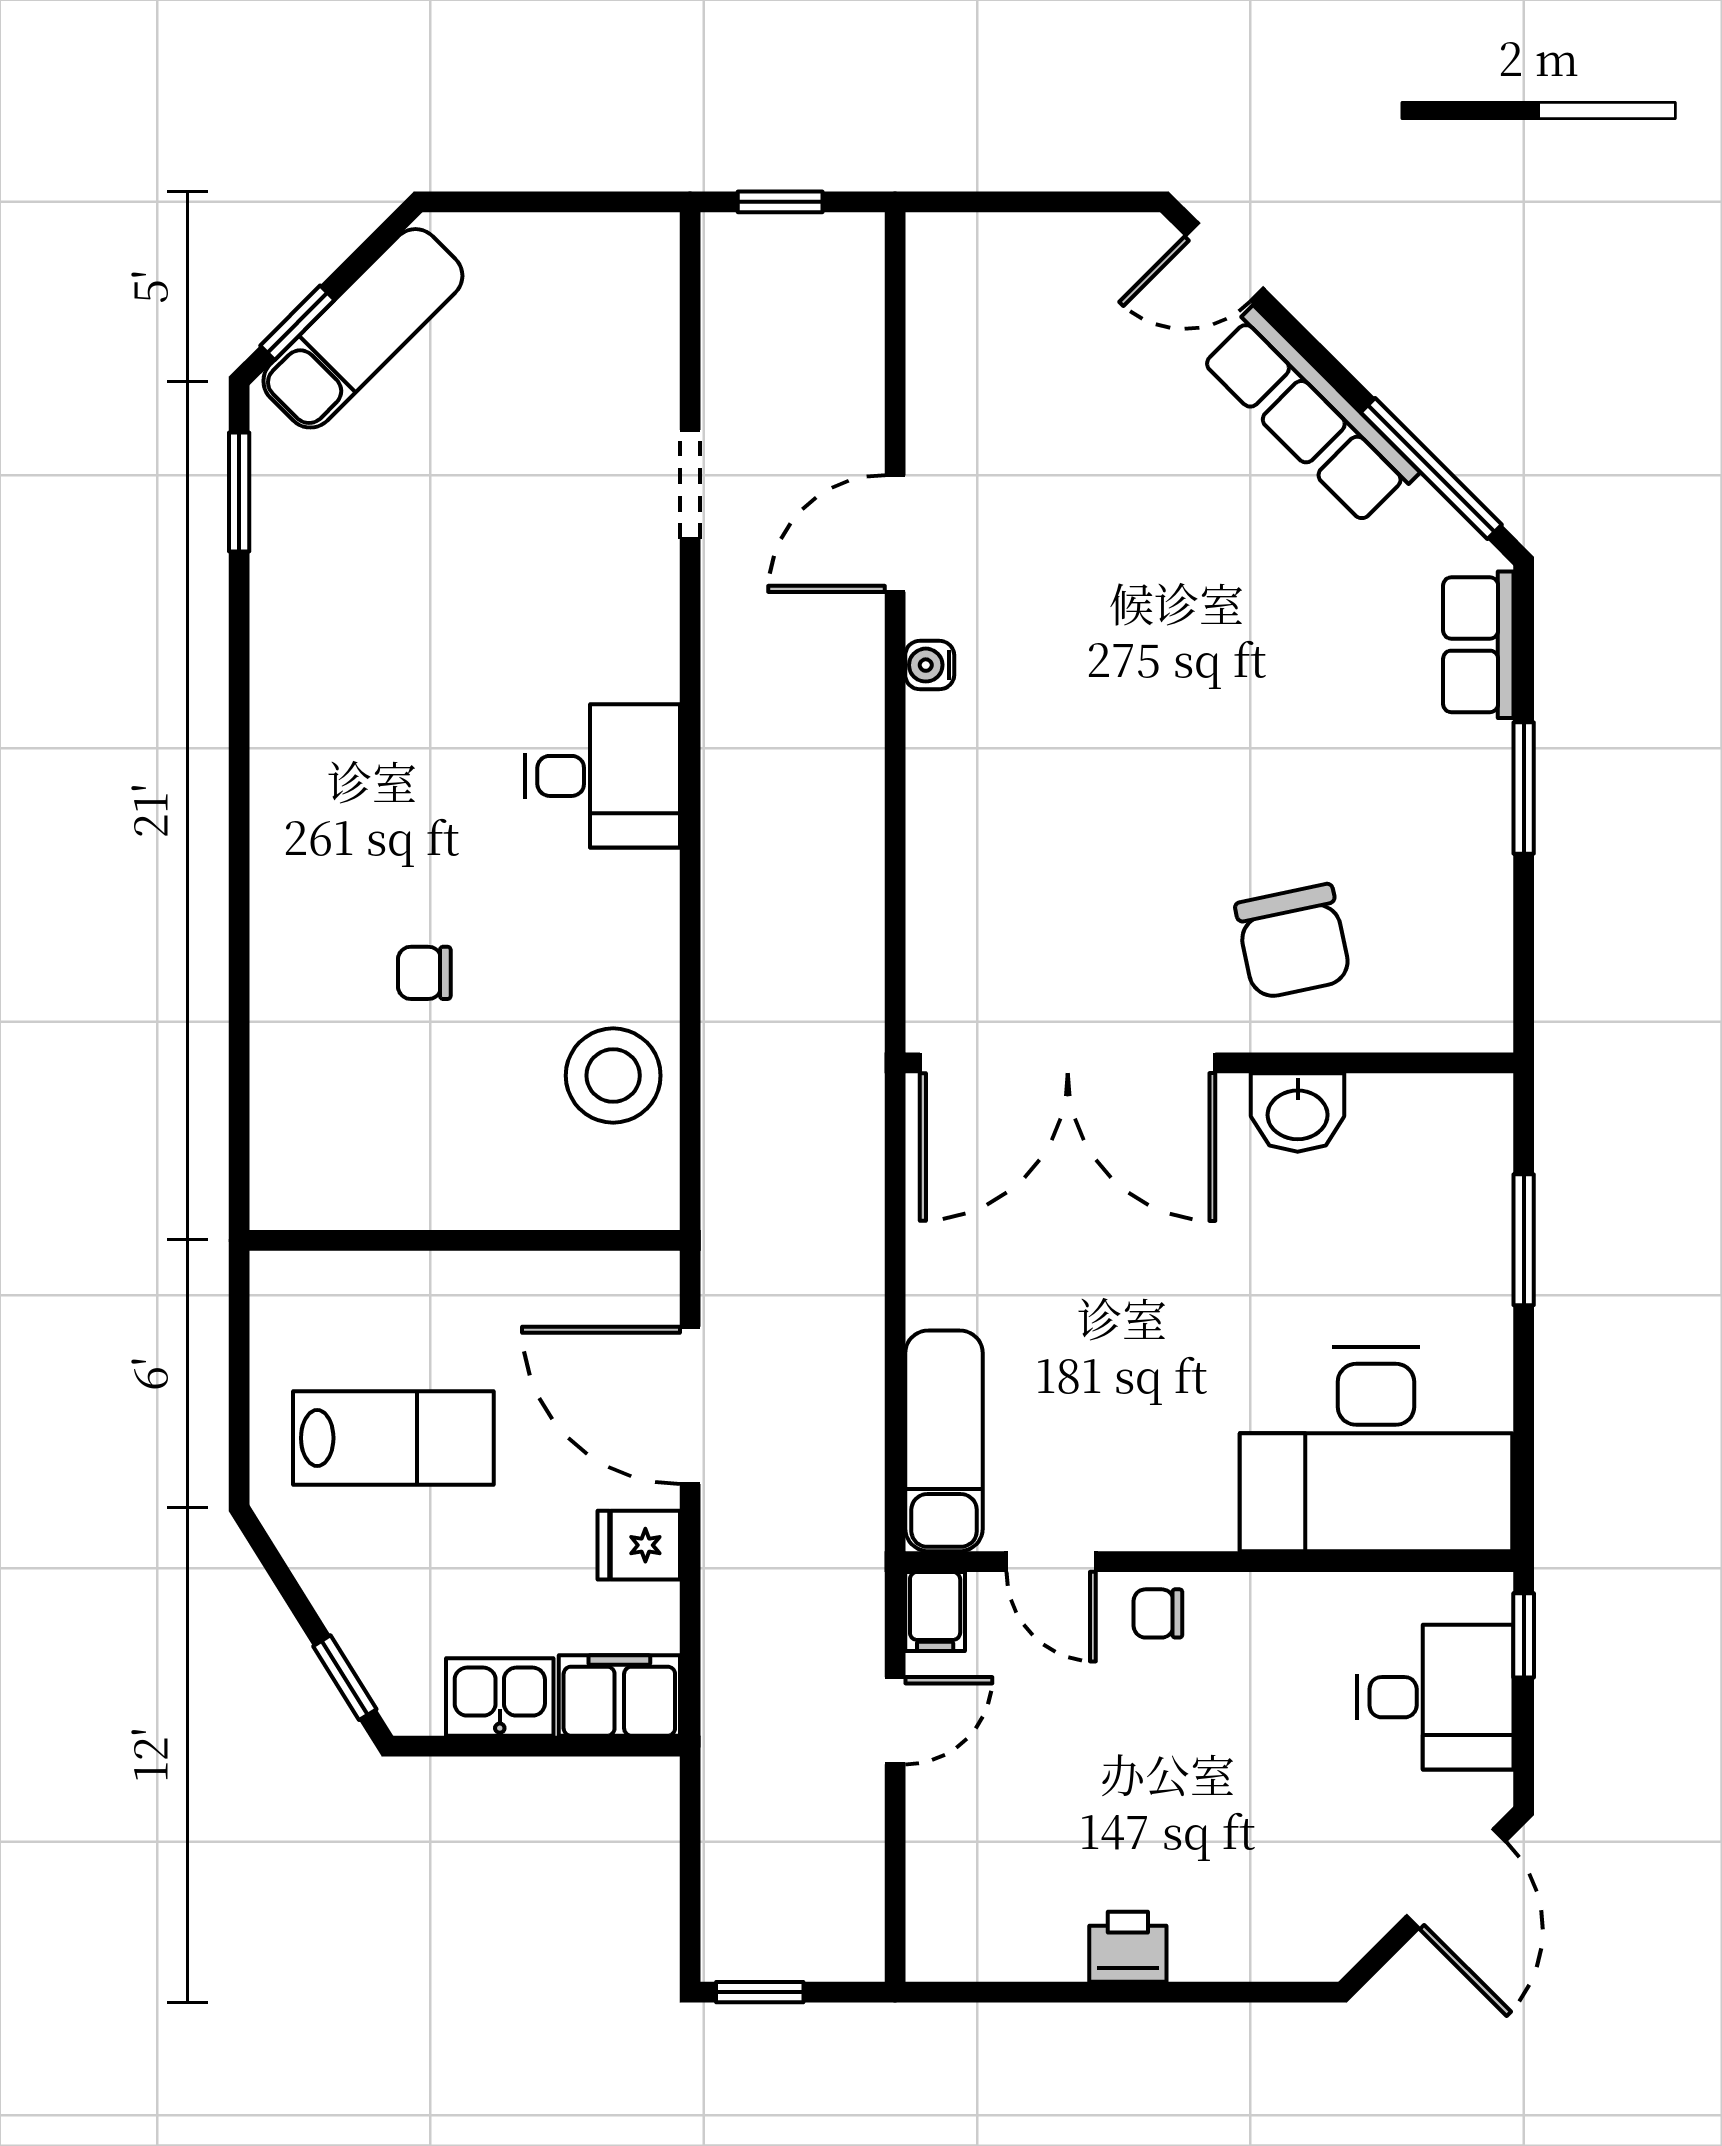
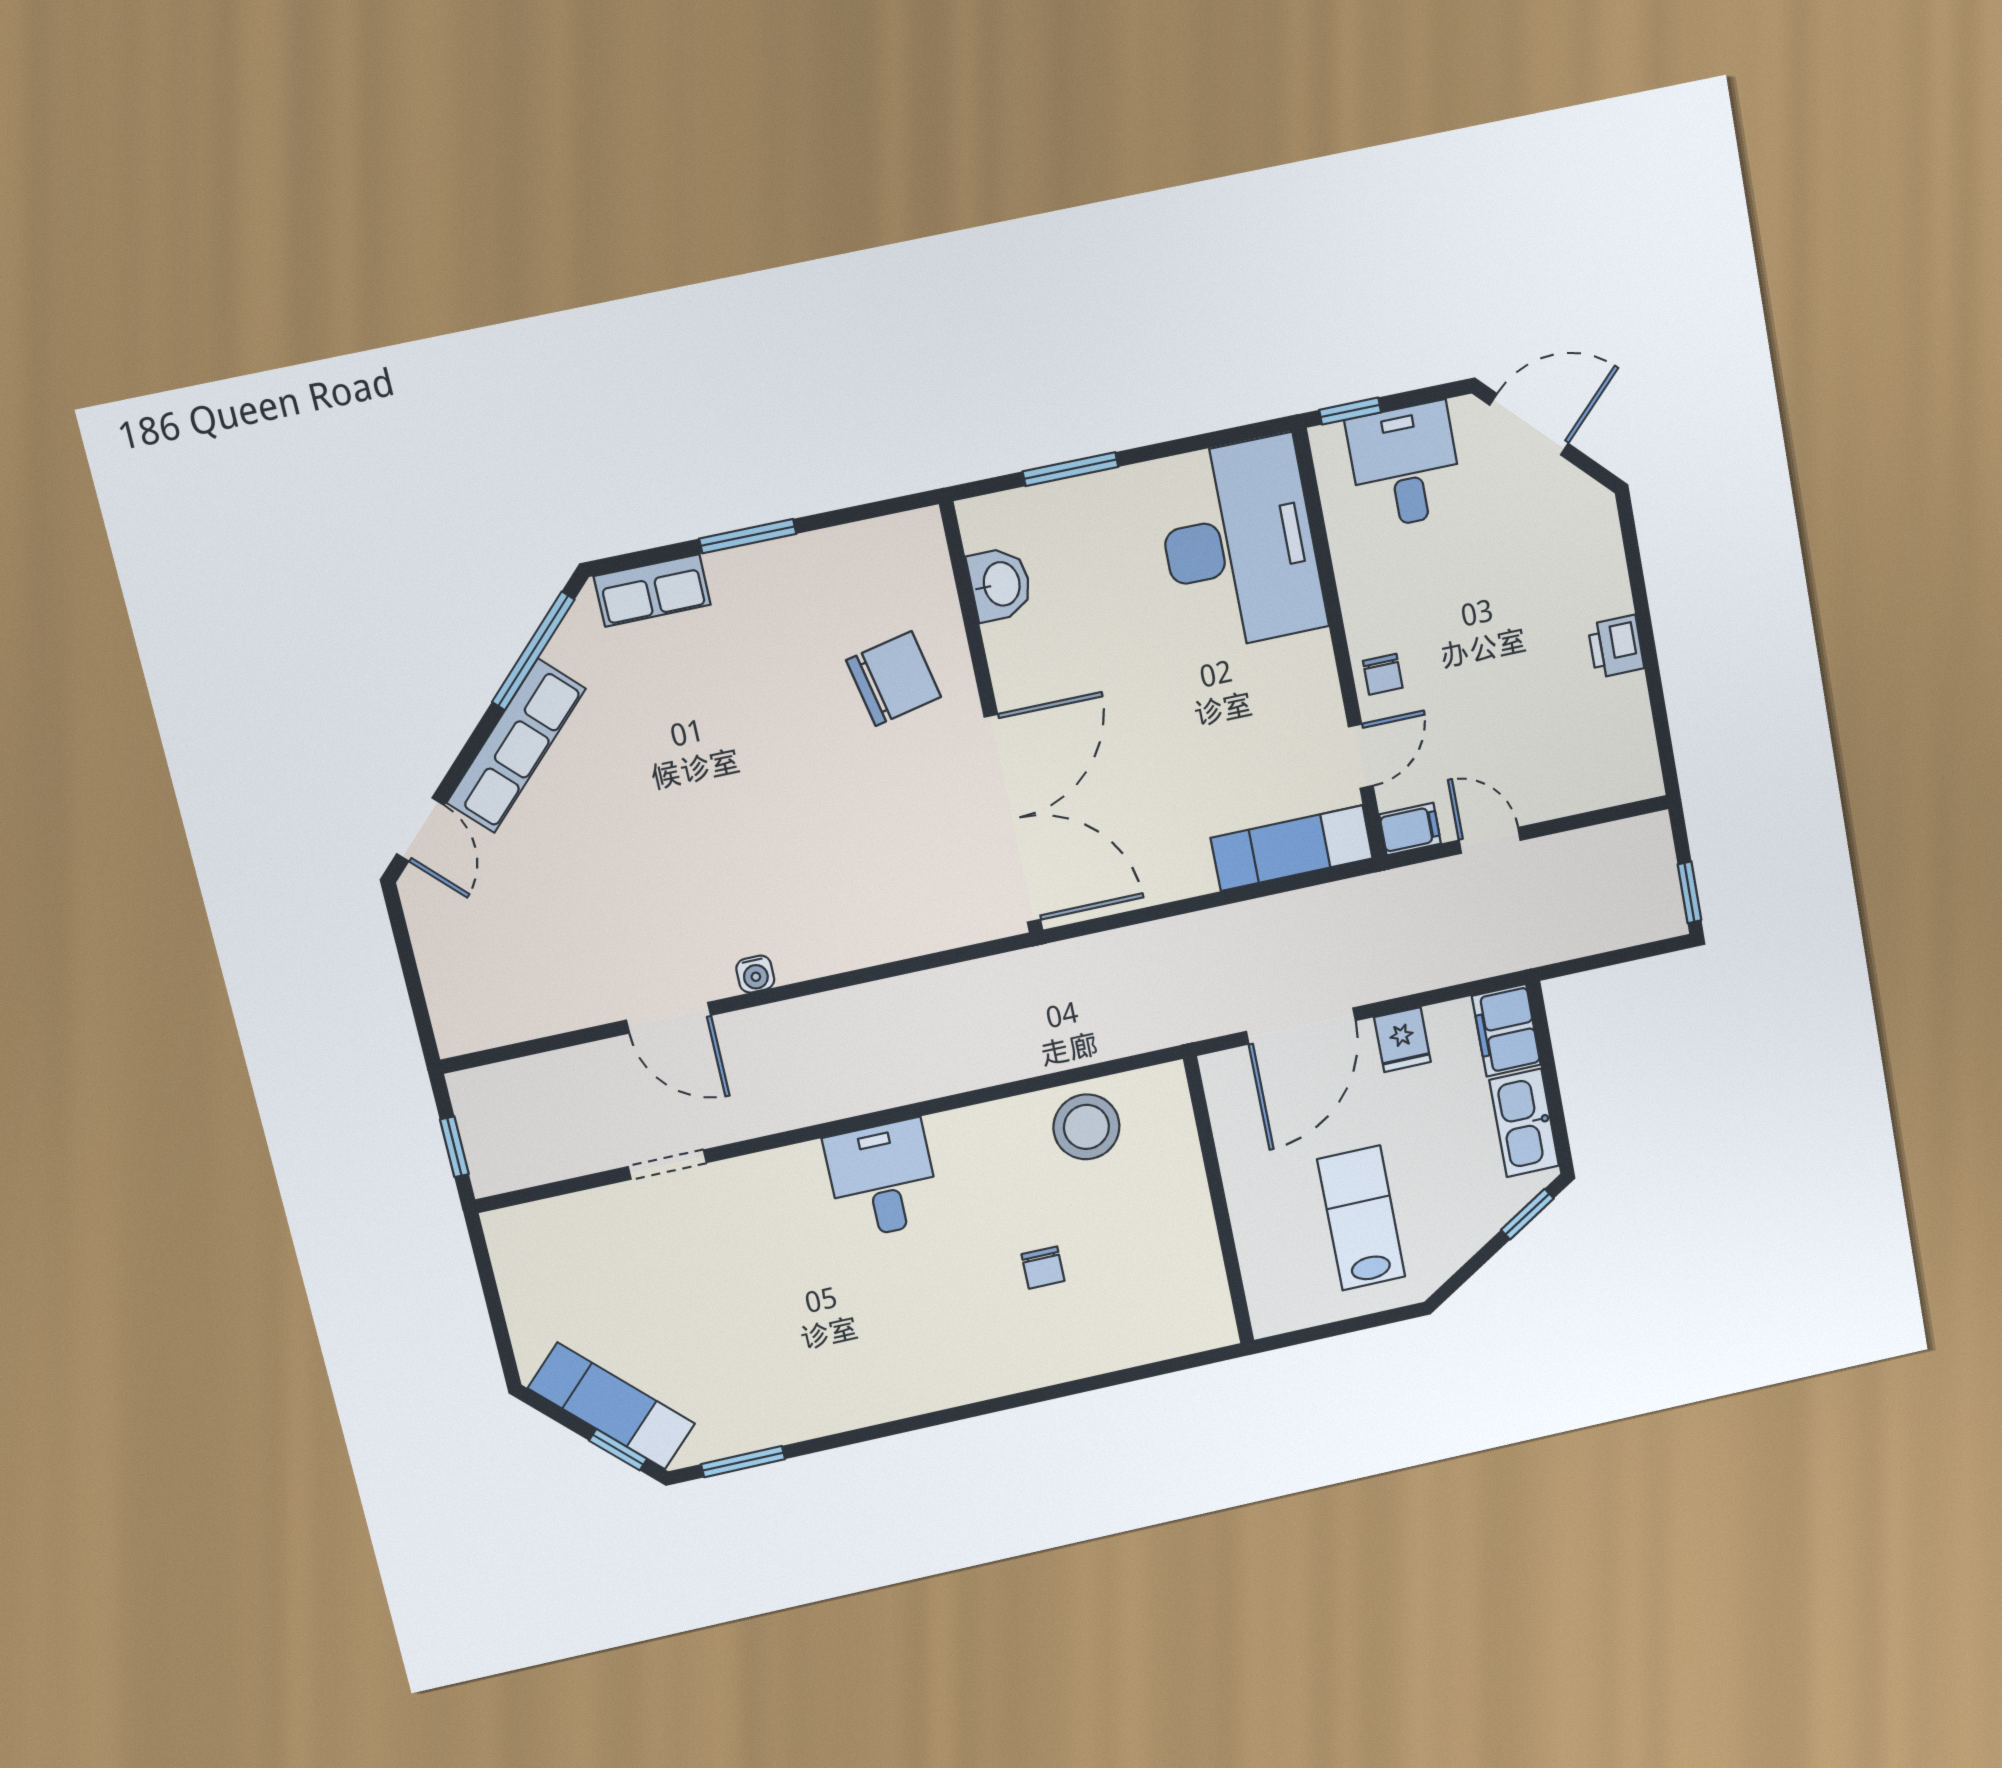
washbasin: (1298, 1113) -> (1000, 584), moved
kitchen sink: (500, 1697) -> (1524, 1123), width x1.38

